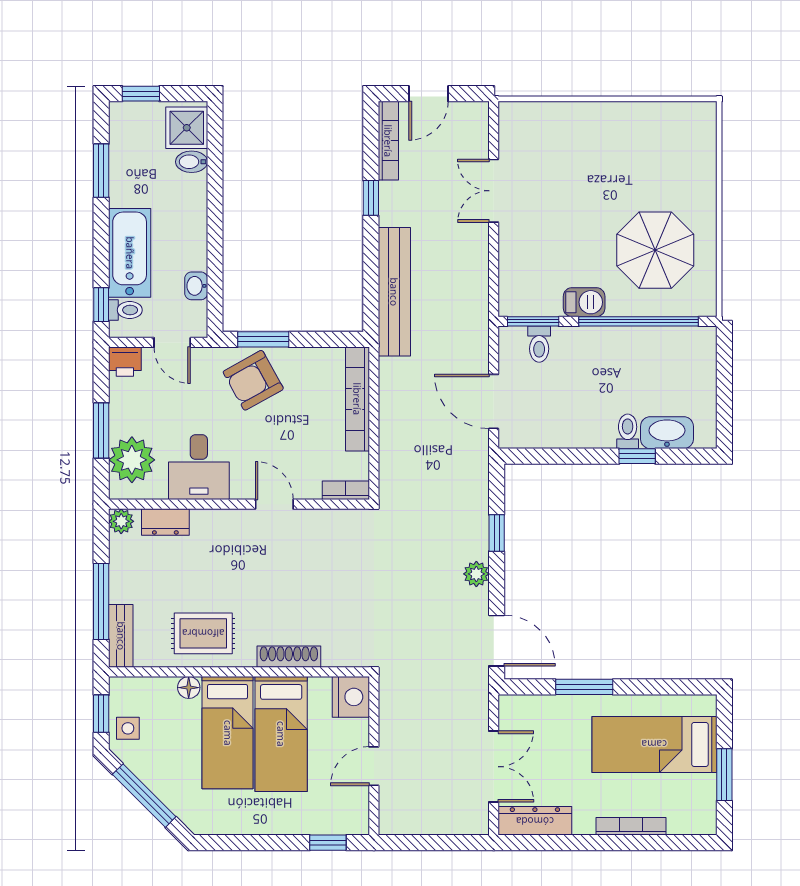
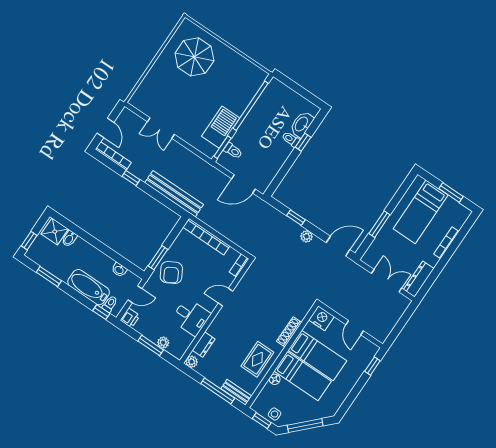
parasol: (655, 250) -> (194, 57), moved
barbecue: (584, 302) -> (221, 127), width x1.88, depth x1.53
plant: (132, 460) -> (163, 343), width x0.53, depth x0.53

